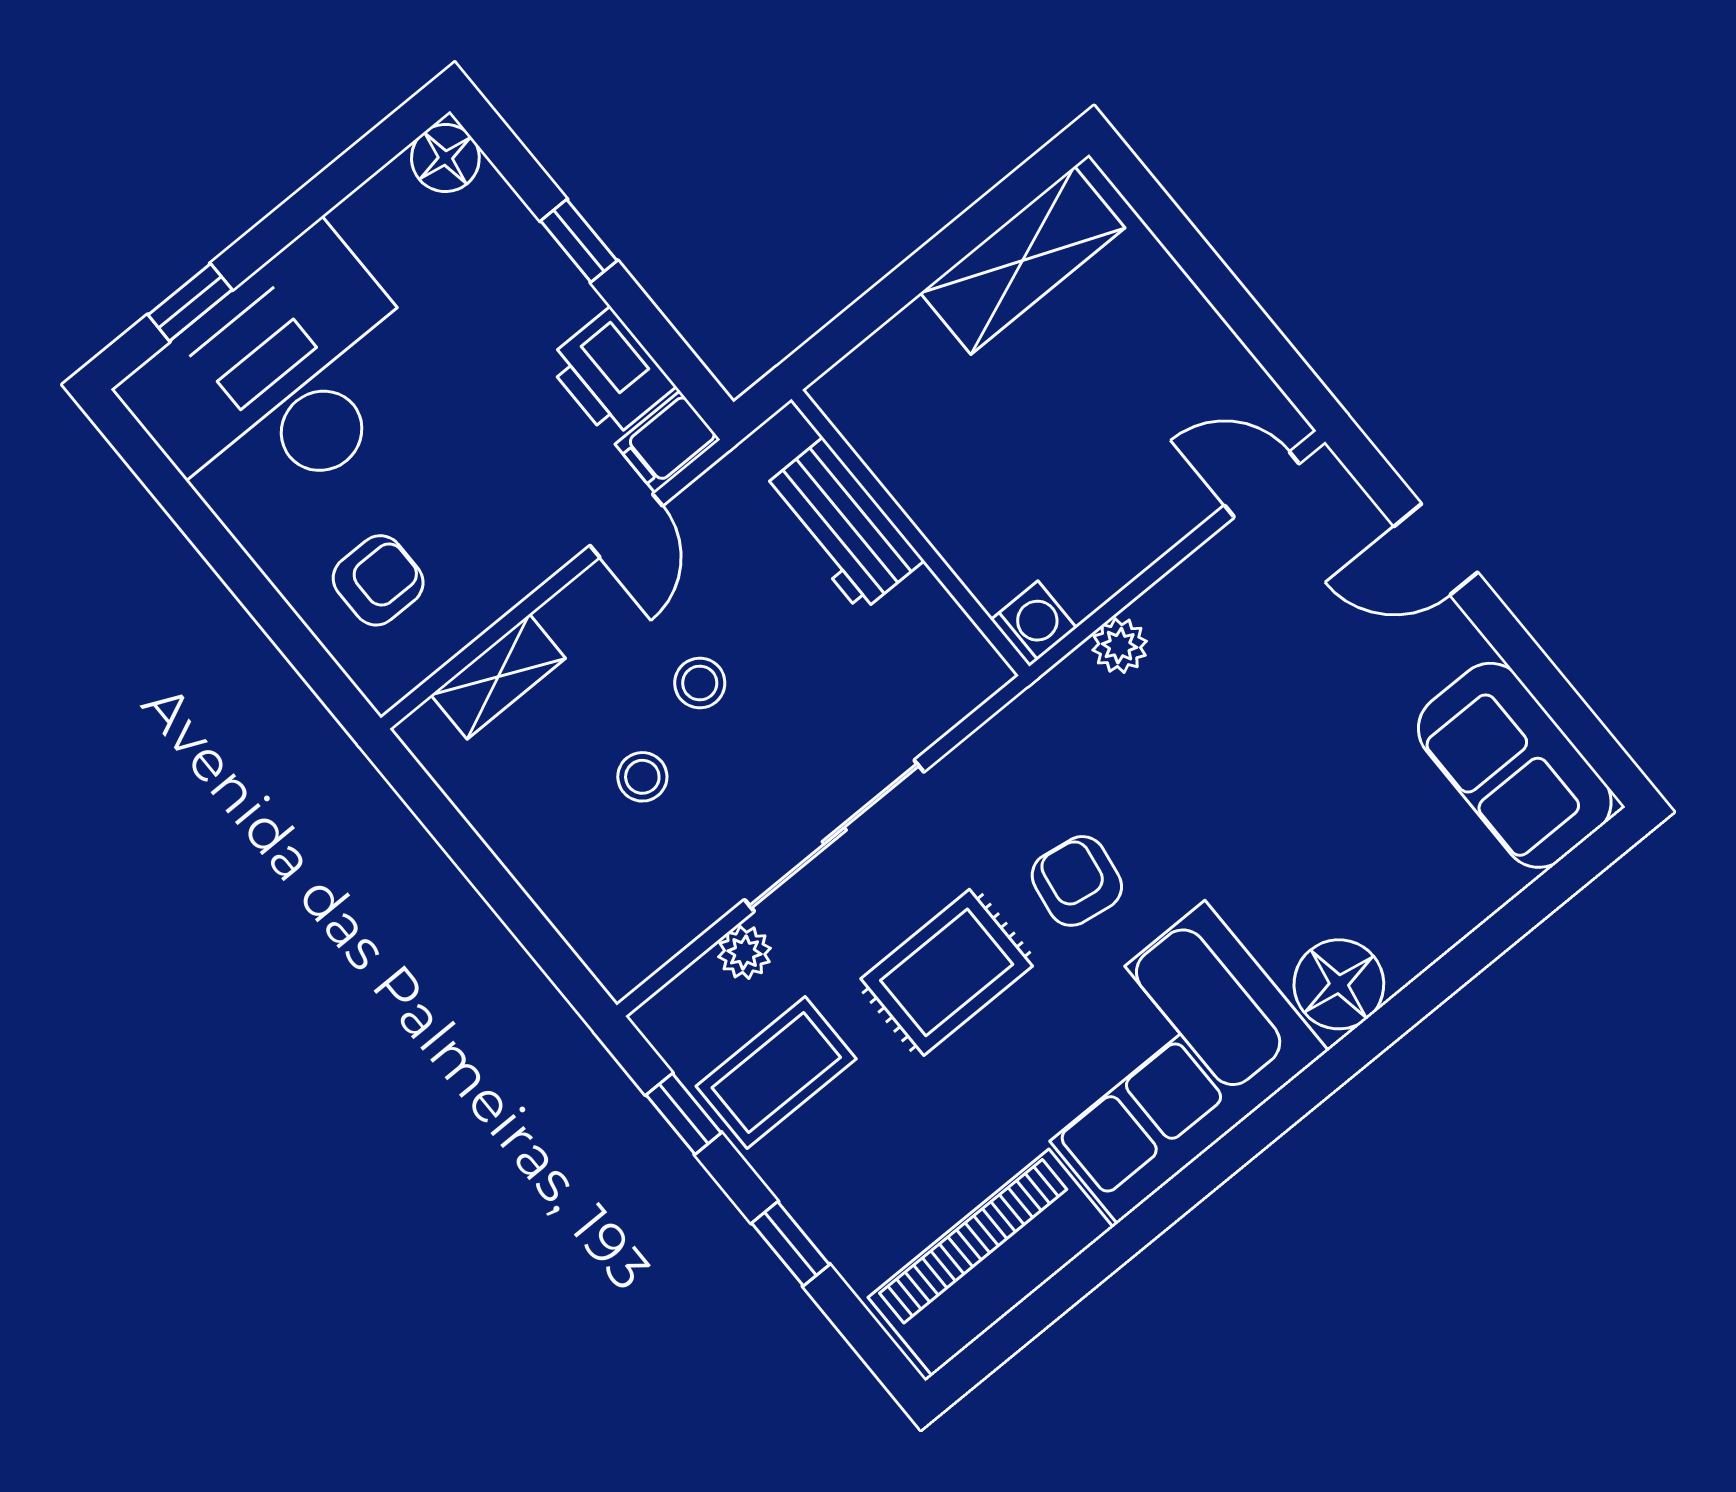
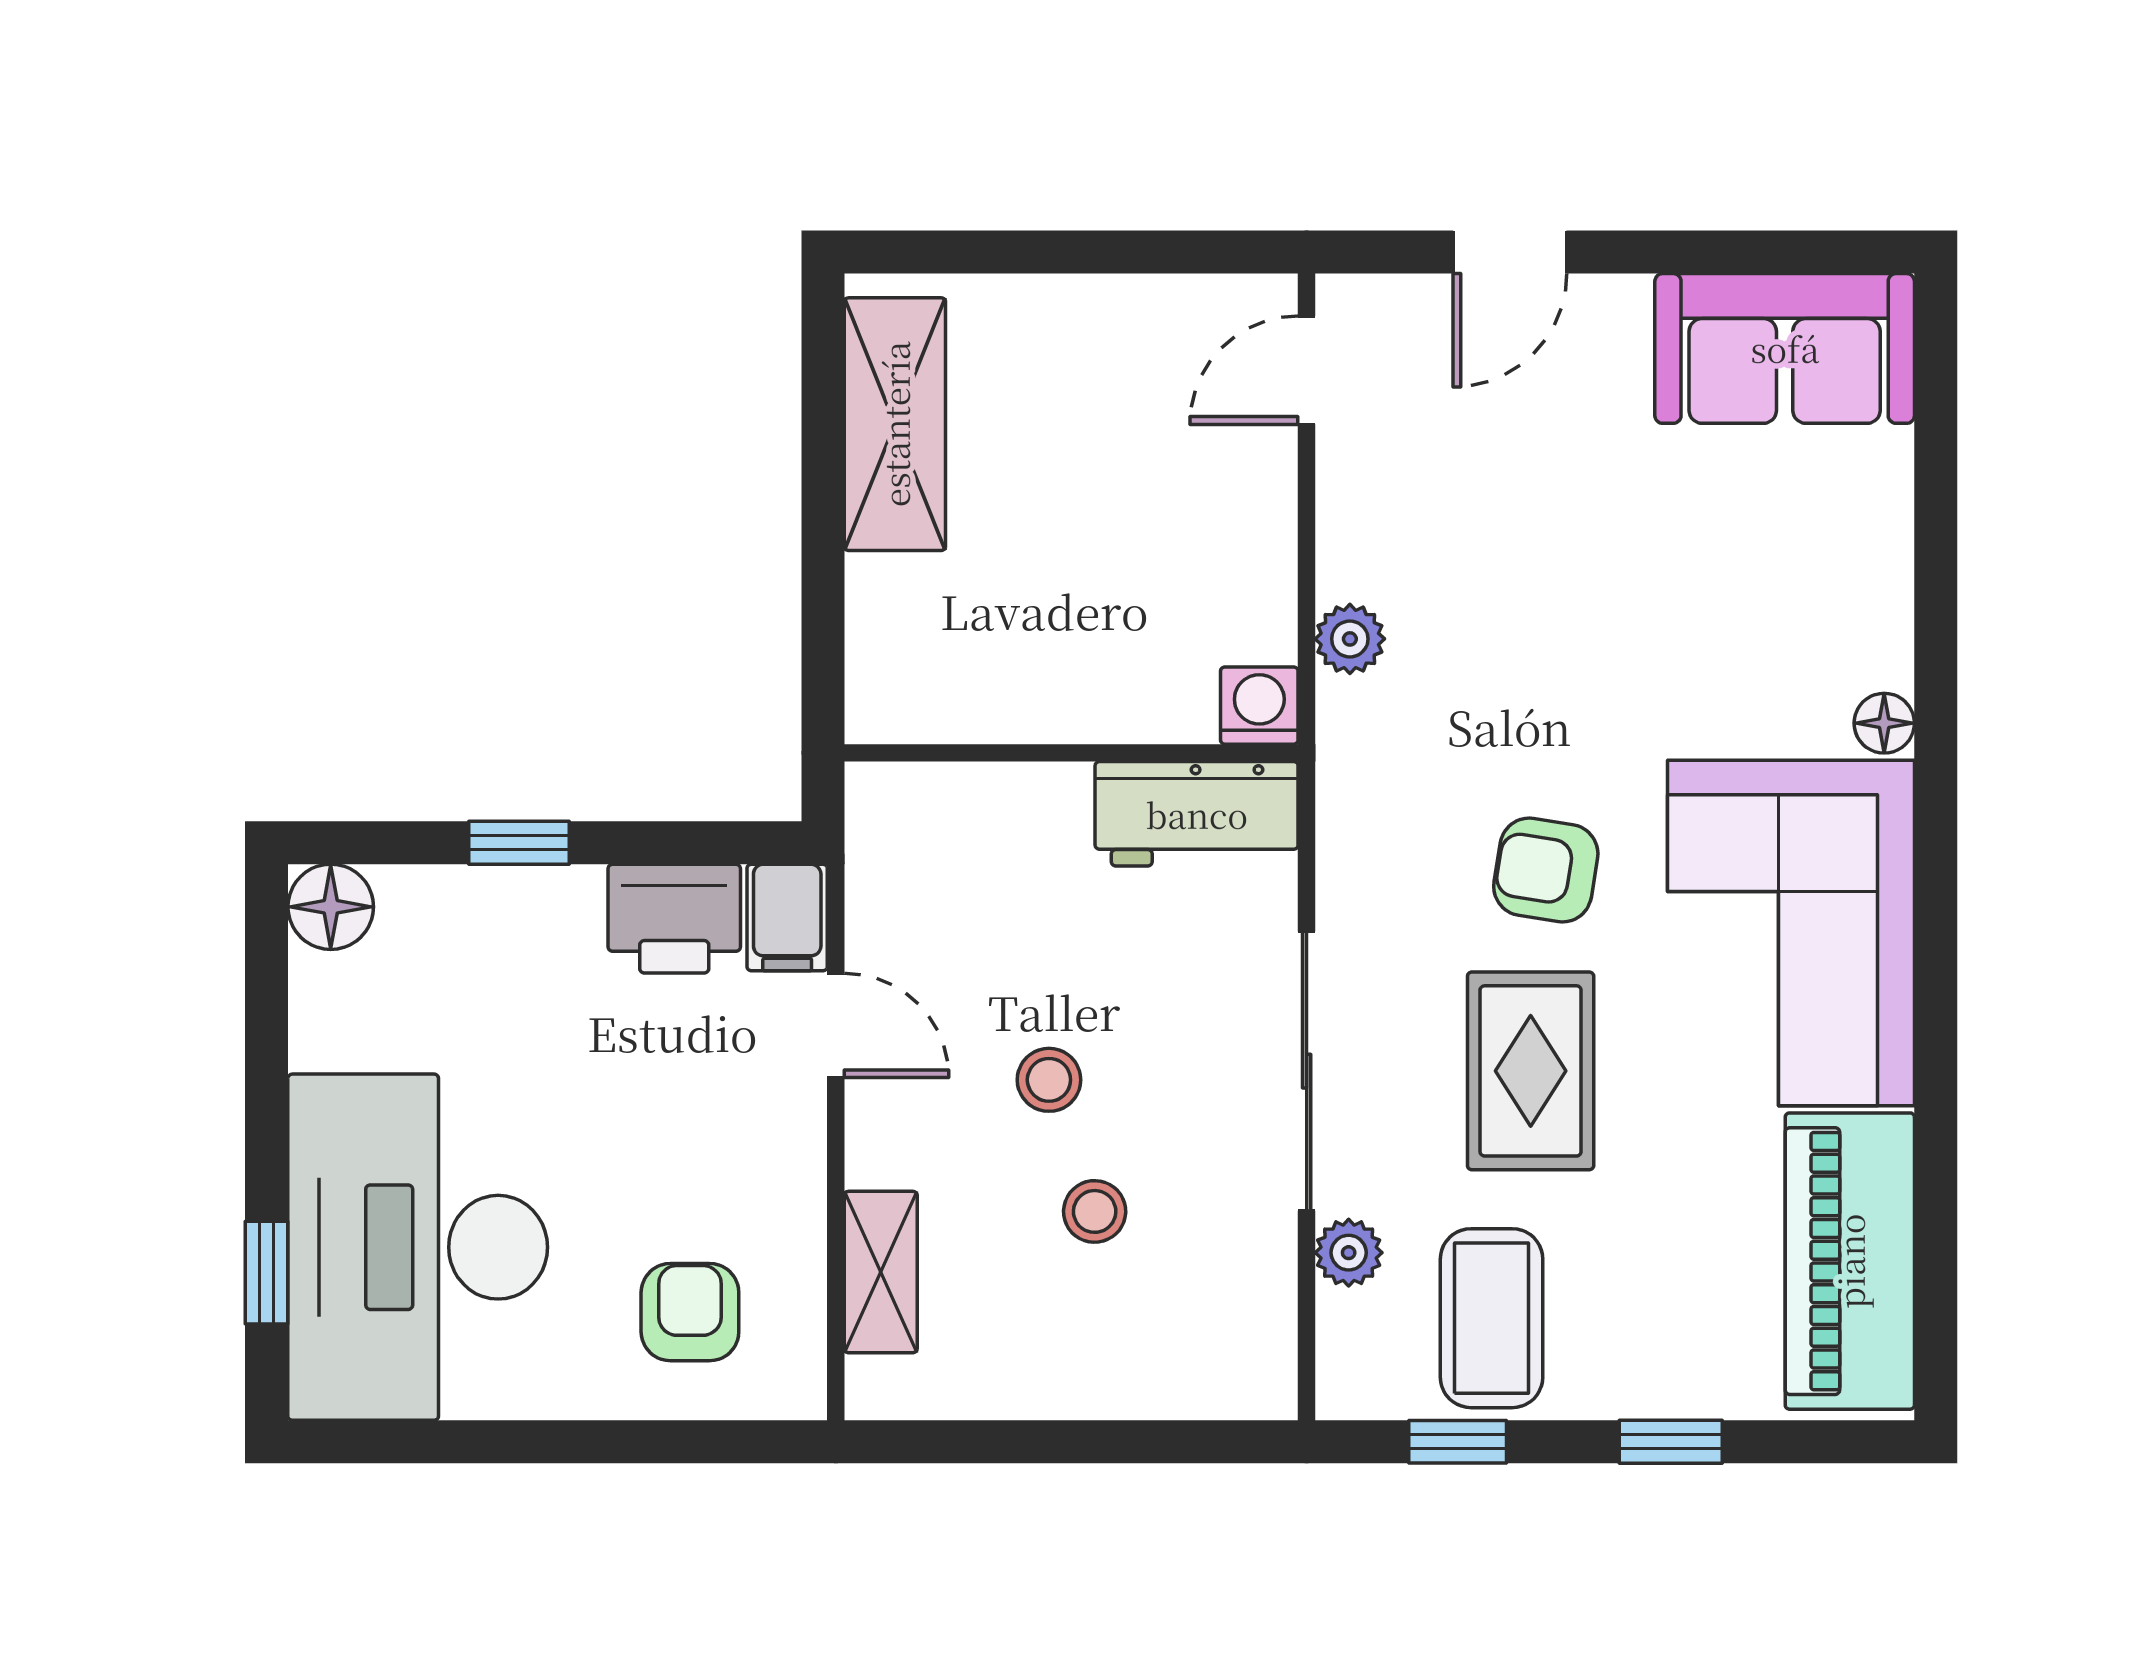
workbench: (842, 525) -> (1197, 814), moved
floor lamp: (1339, 984) -> (1884, 723), width x0.53, depth x0.53

